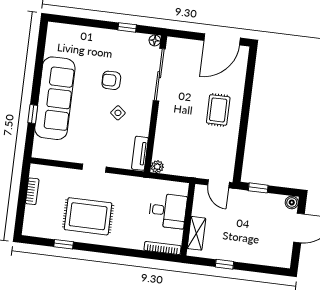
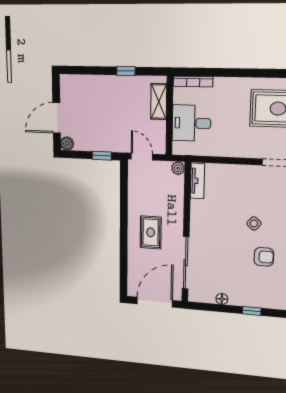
sliding door: (159, 75) -> (186, 263), moved
wall: (156, 104) -> (186, 233), moved
tv unit: (140, 153) -> (197, 181), moved
plant: (157, 167) -> (178, 168), moved

